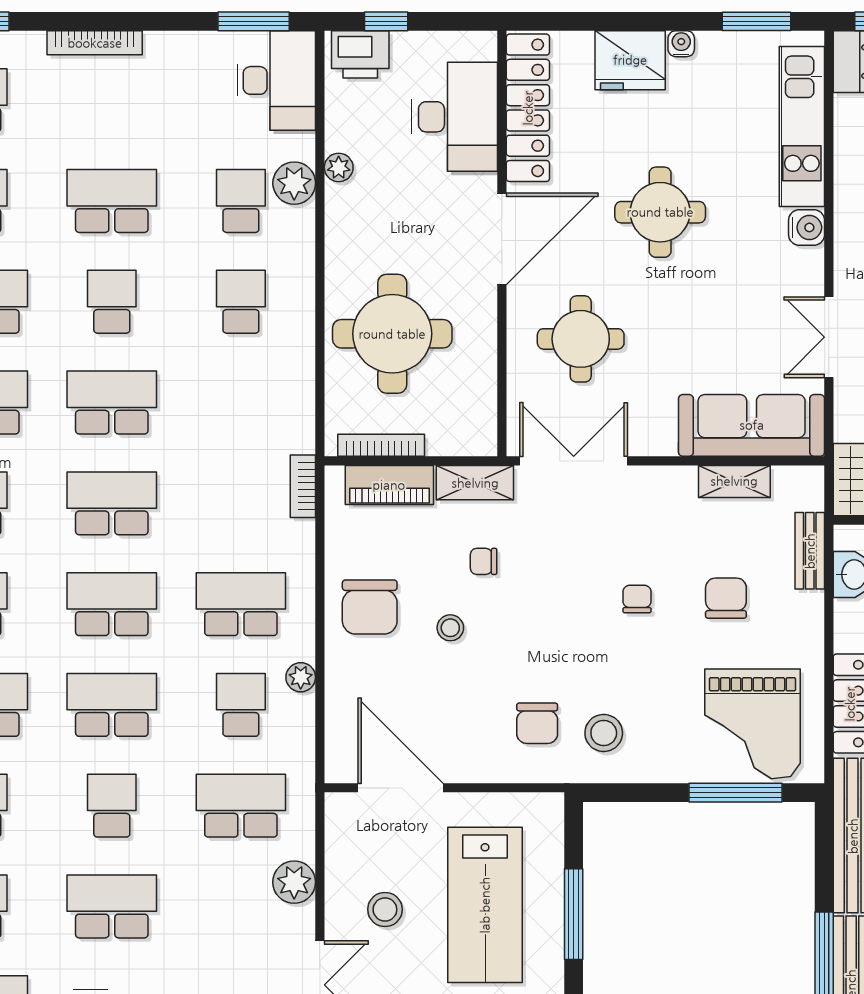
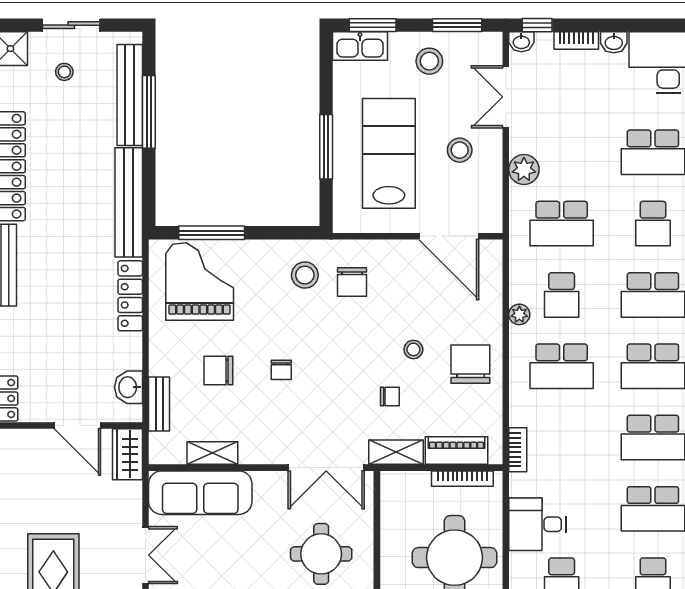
desk: (275, 381) -> (537, 524), added
chair: (726, 598) -> (218, 370), turned 90
chair: (537, 723) -> (352, 282), turned 180

